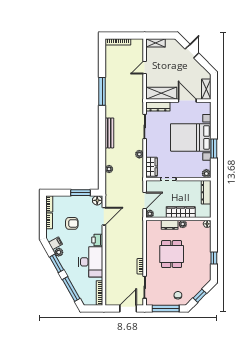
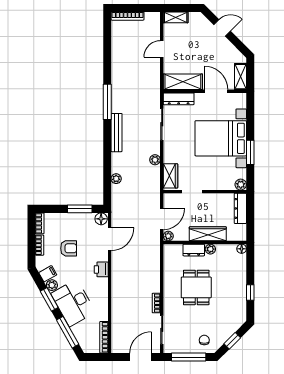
door: (192, 51) -> (222, 28), hinge flipped
window: (102, 91) -> (107, 102), moved
desk: (91, 262) -> (73, 303), moved, turned 151

